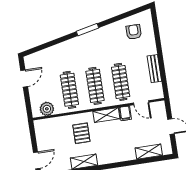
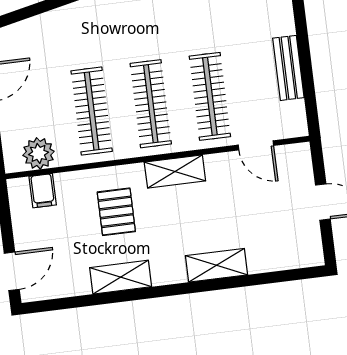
filing cabinet: (125, 113) -> (43, 191), moved
shelving: (149, 152) -> (216, 265), moved

